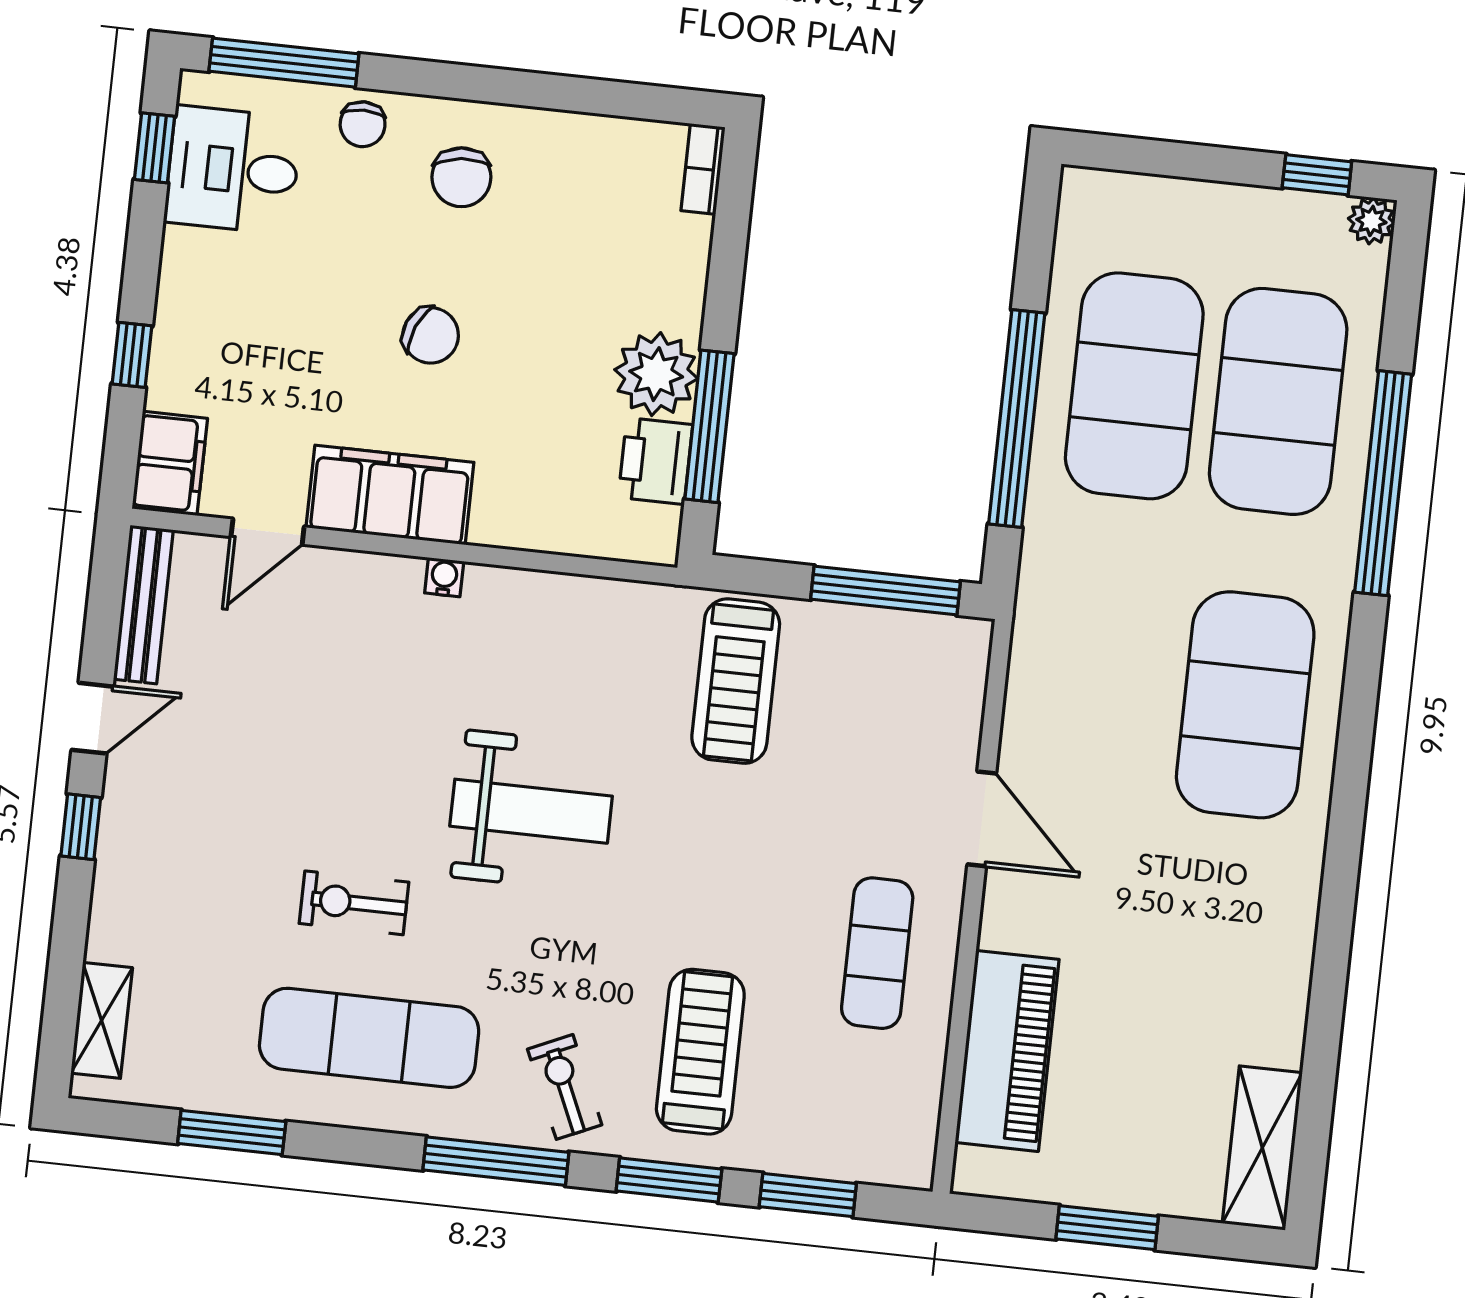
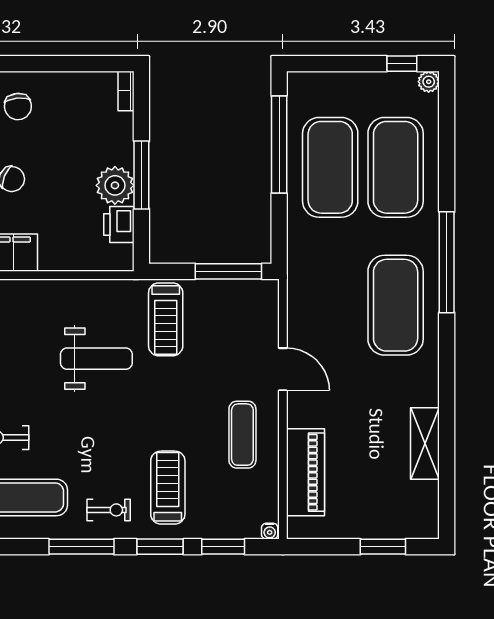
window: (1017, 418) -> (279, 144), moved
window: (709, 426) -> (141, 175), moved
window: (1383, 483) -> (447, 262), moved
water cooler: (444, 577) -> (270, 531), moved, turned 180
weight bench: (531, 811) -> (96, 359), moved
exercise bike: (565, 1087) -> (109, 510), turned 114
shelving: (1262, 1148) -> (425, 443), moved
window: (1107, 1228) -> (383, 547), moved

